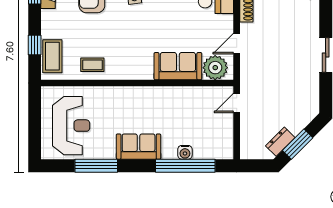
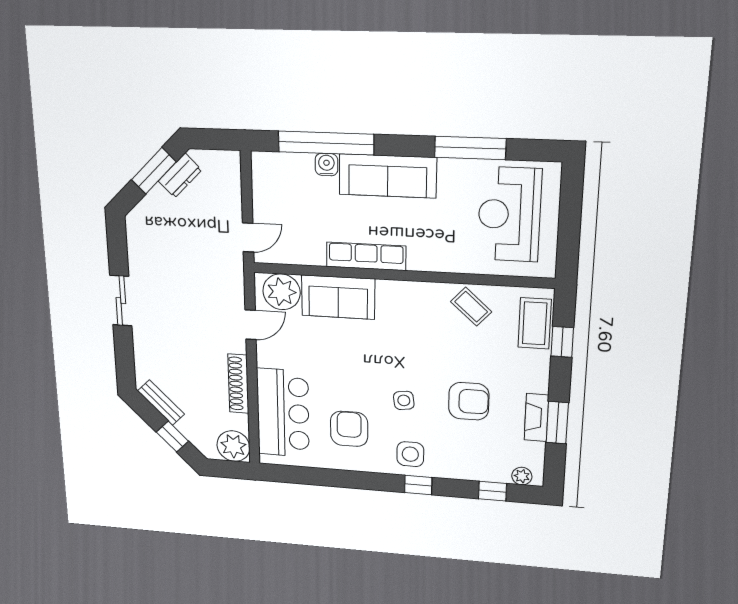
coffee table: (92, 65) -> (471, 307), turned 42
row of seats: (160, 94) -> (366, 256), added
sofa: (139, 147) -> (388, 176), width x1.36

